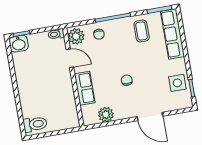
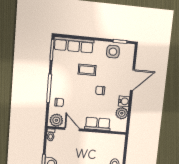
coffee table: (142, 31) -> (87, 70), moved
door: (70, 58) -> (72, 129), hinge flipped
water cooler: (121, 113) -> (124, 101), added

